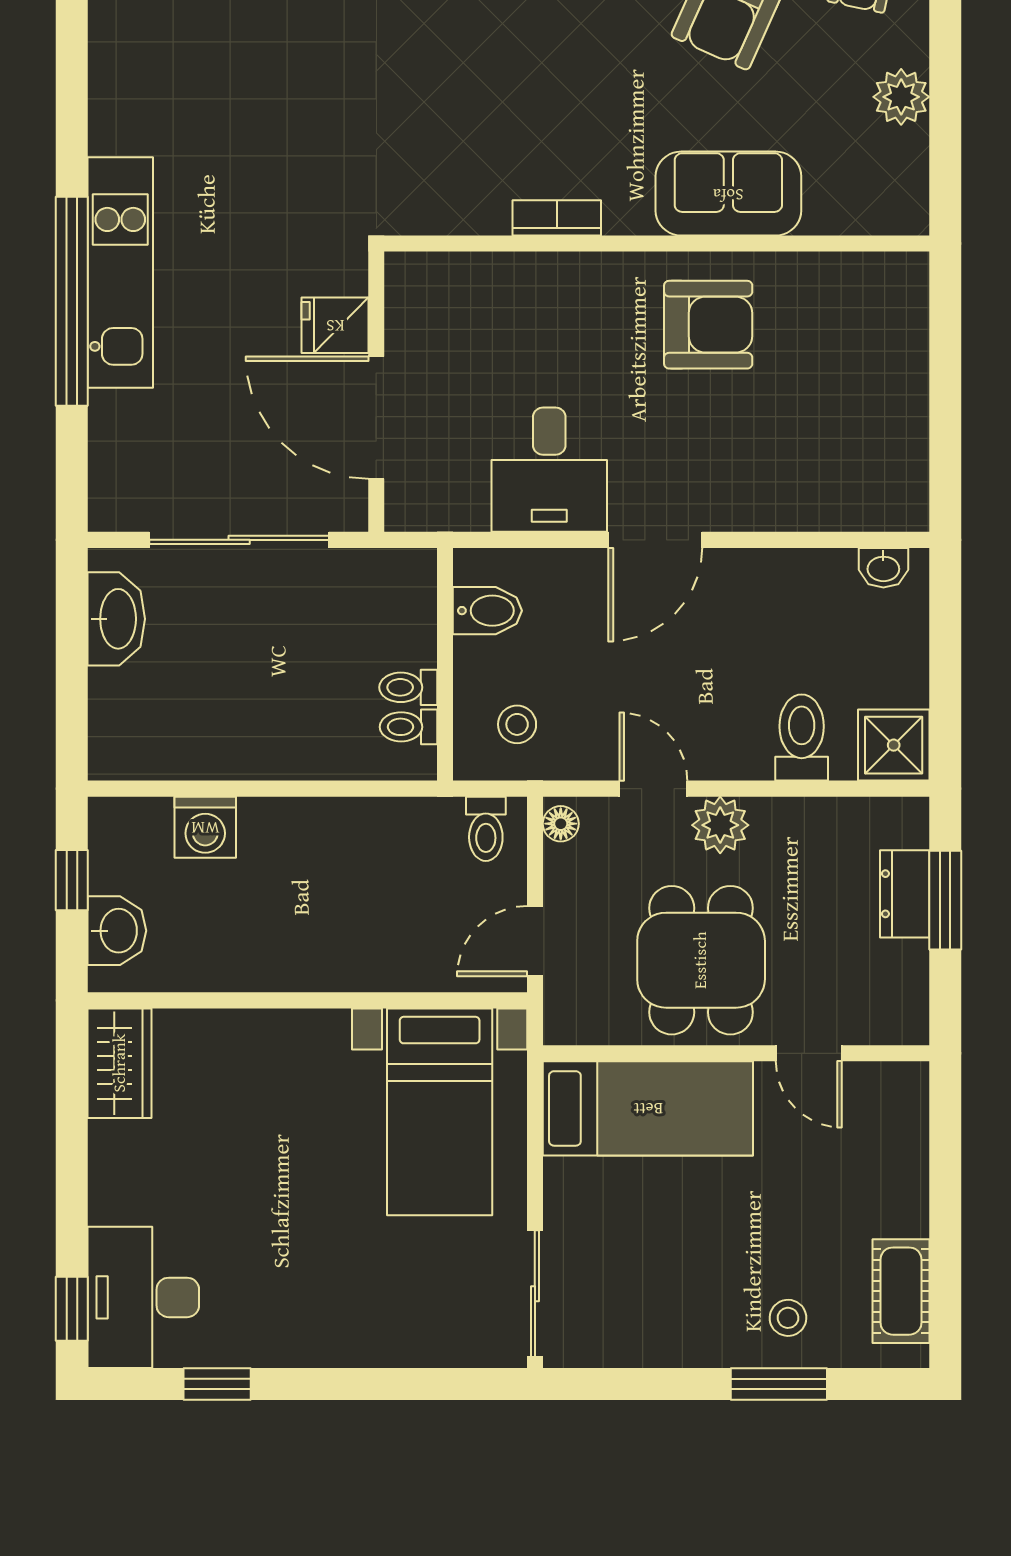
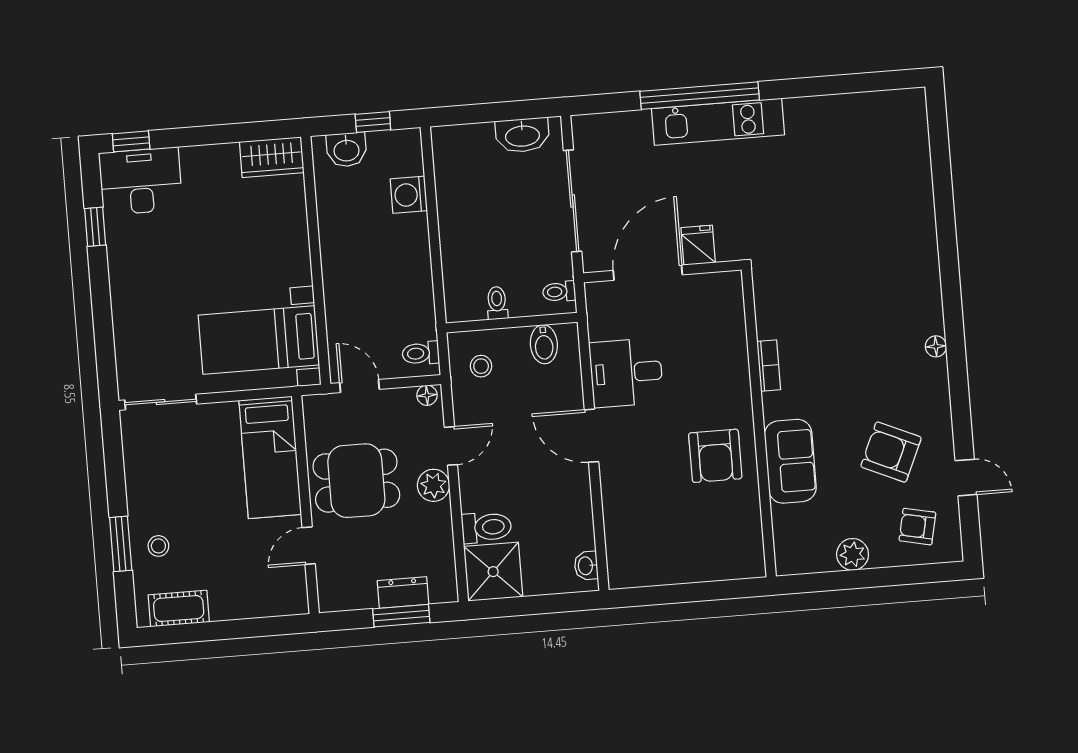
toilet: (408, 727) -> (559, 292), moved, turned -90
shower: (894, 745) -> (493, 572), width x1.36, depth x1.36

